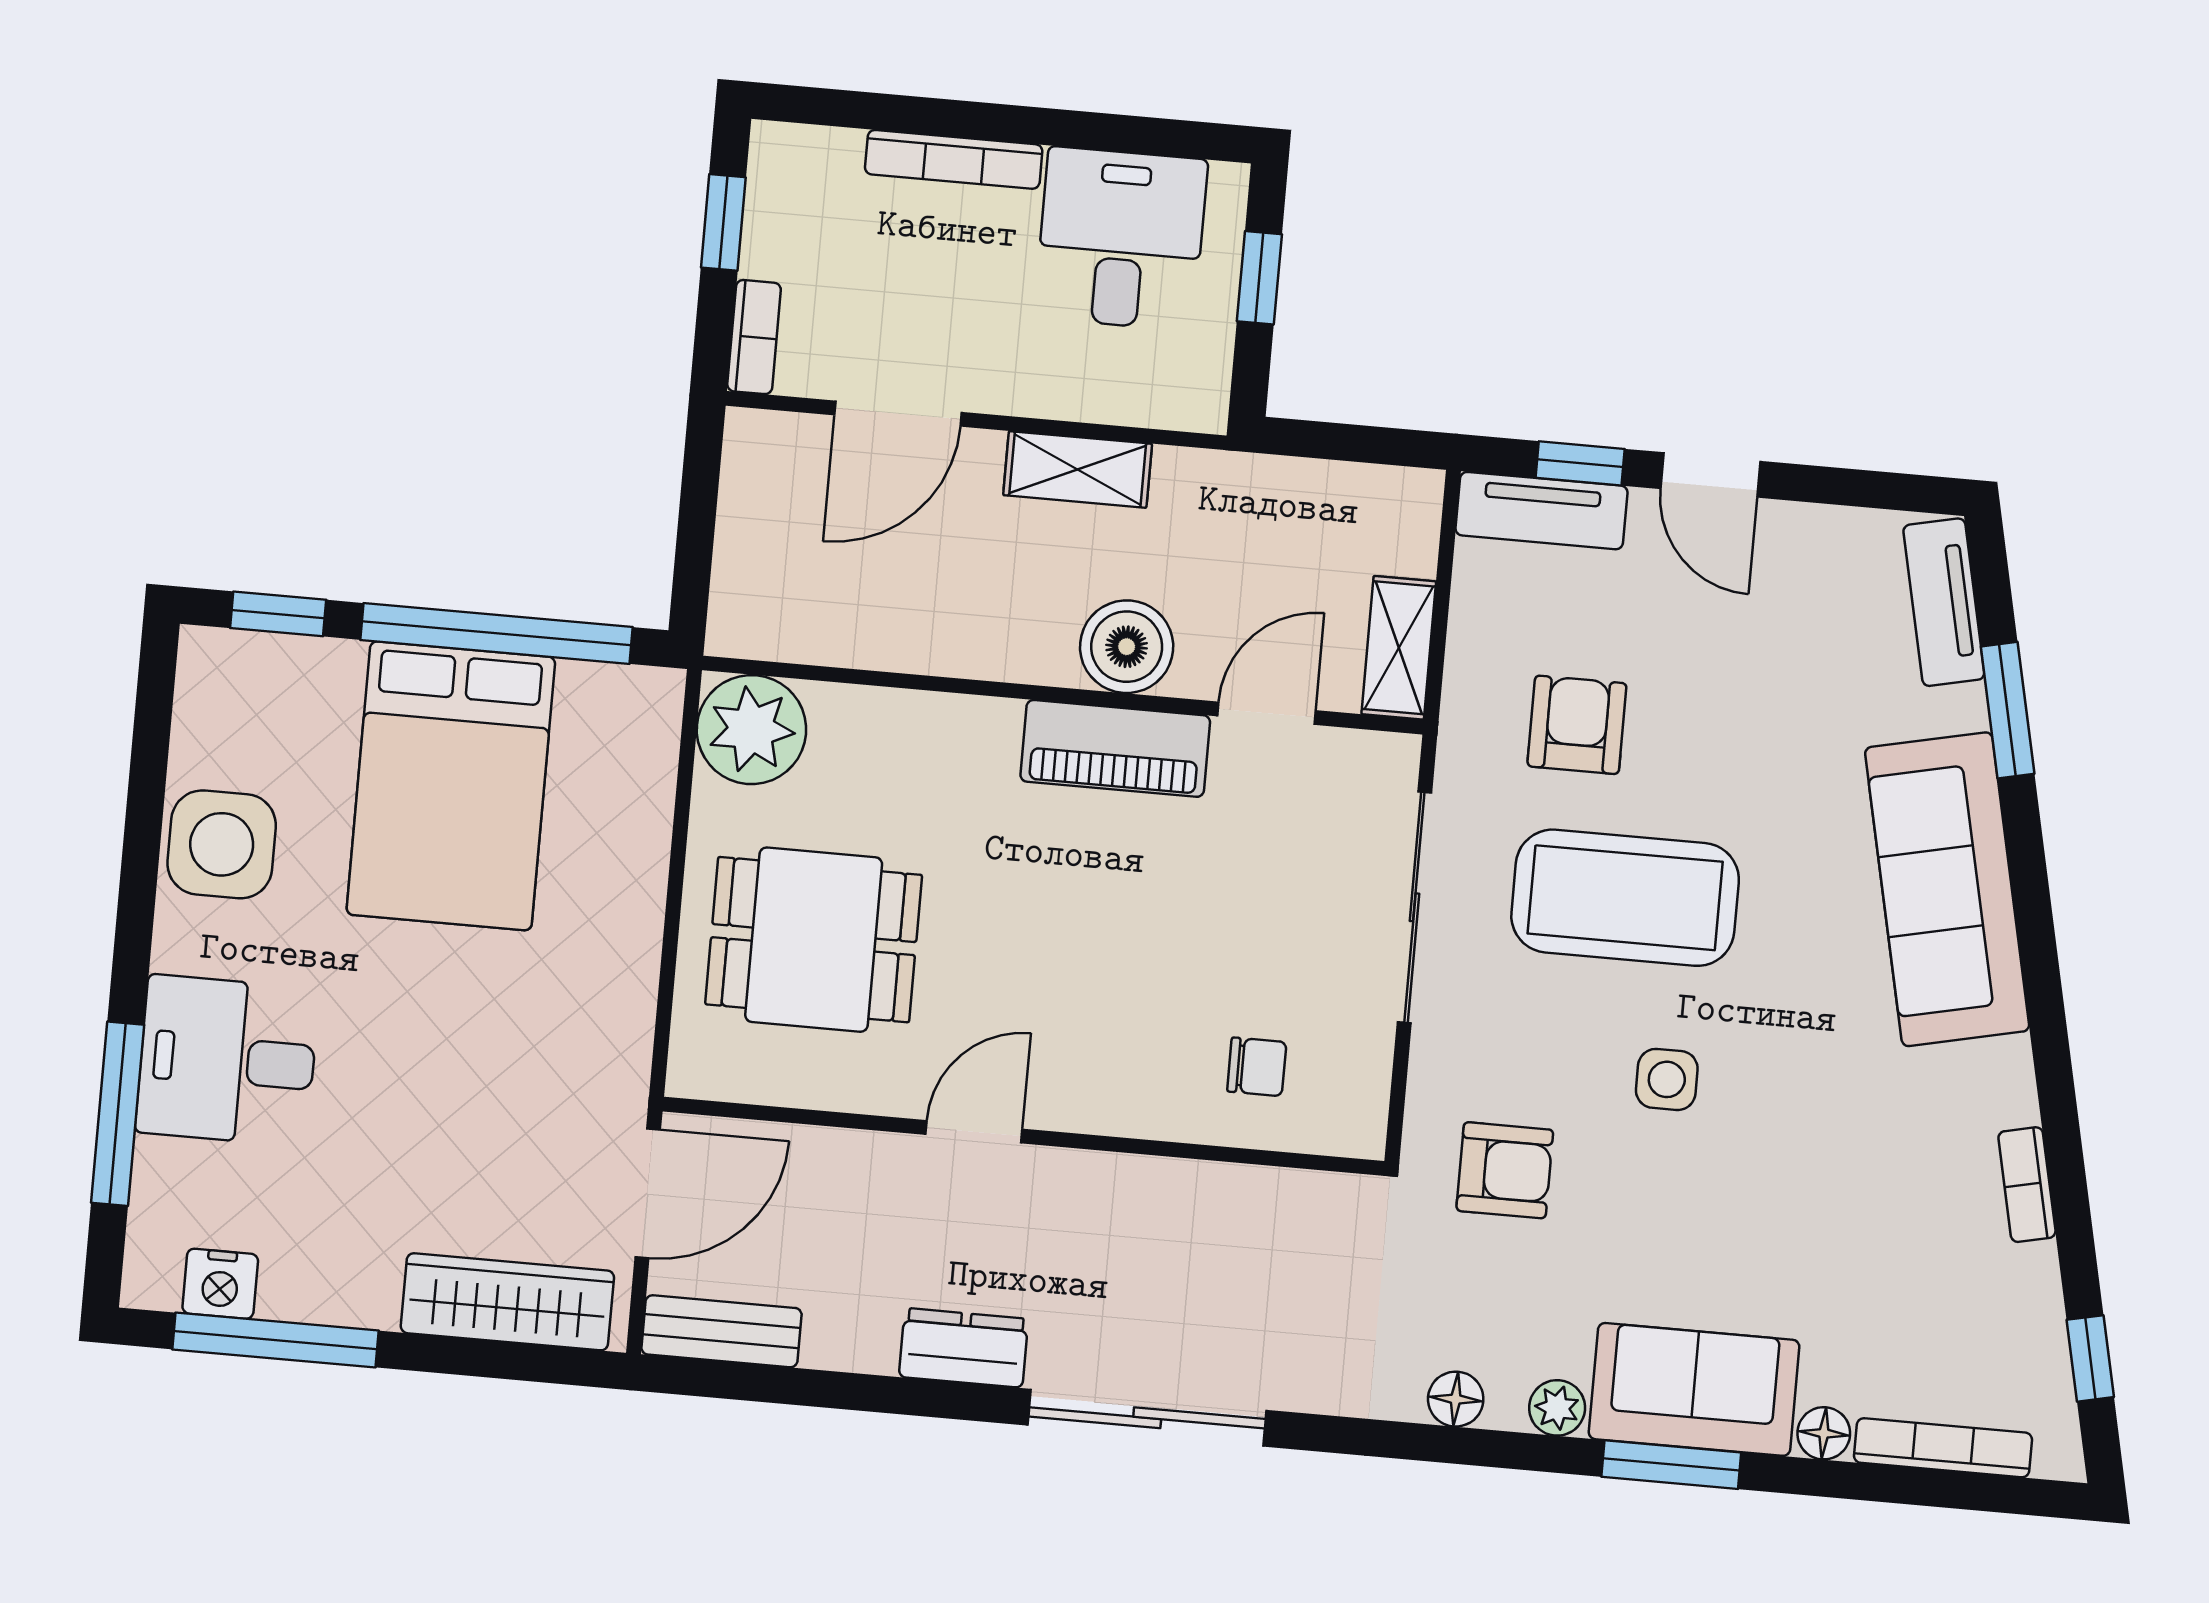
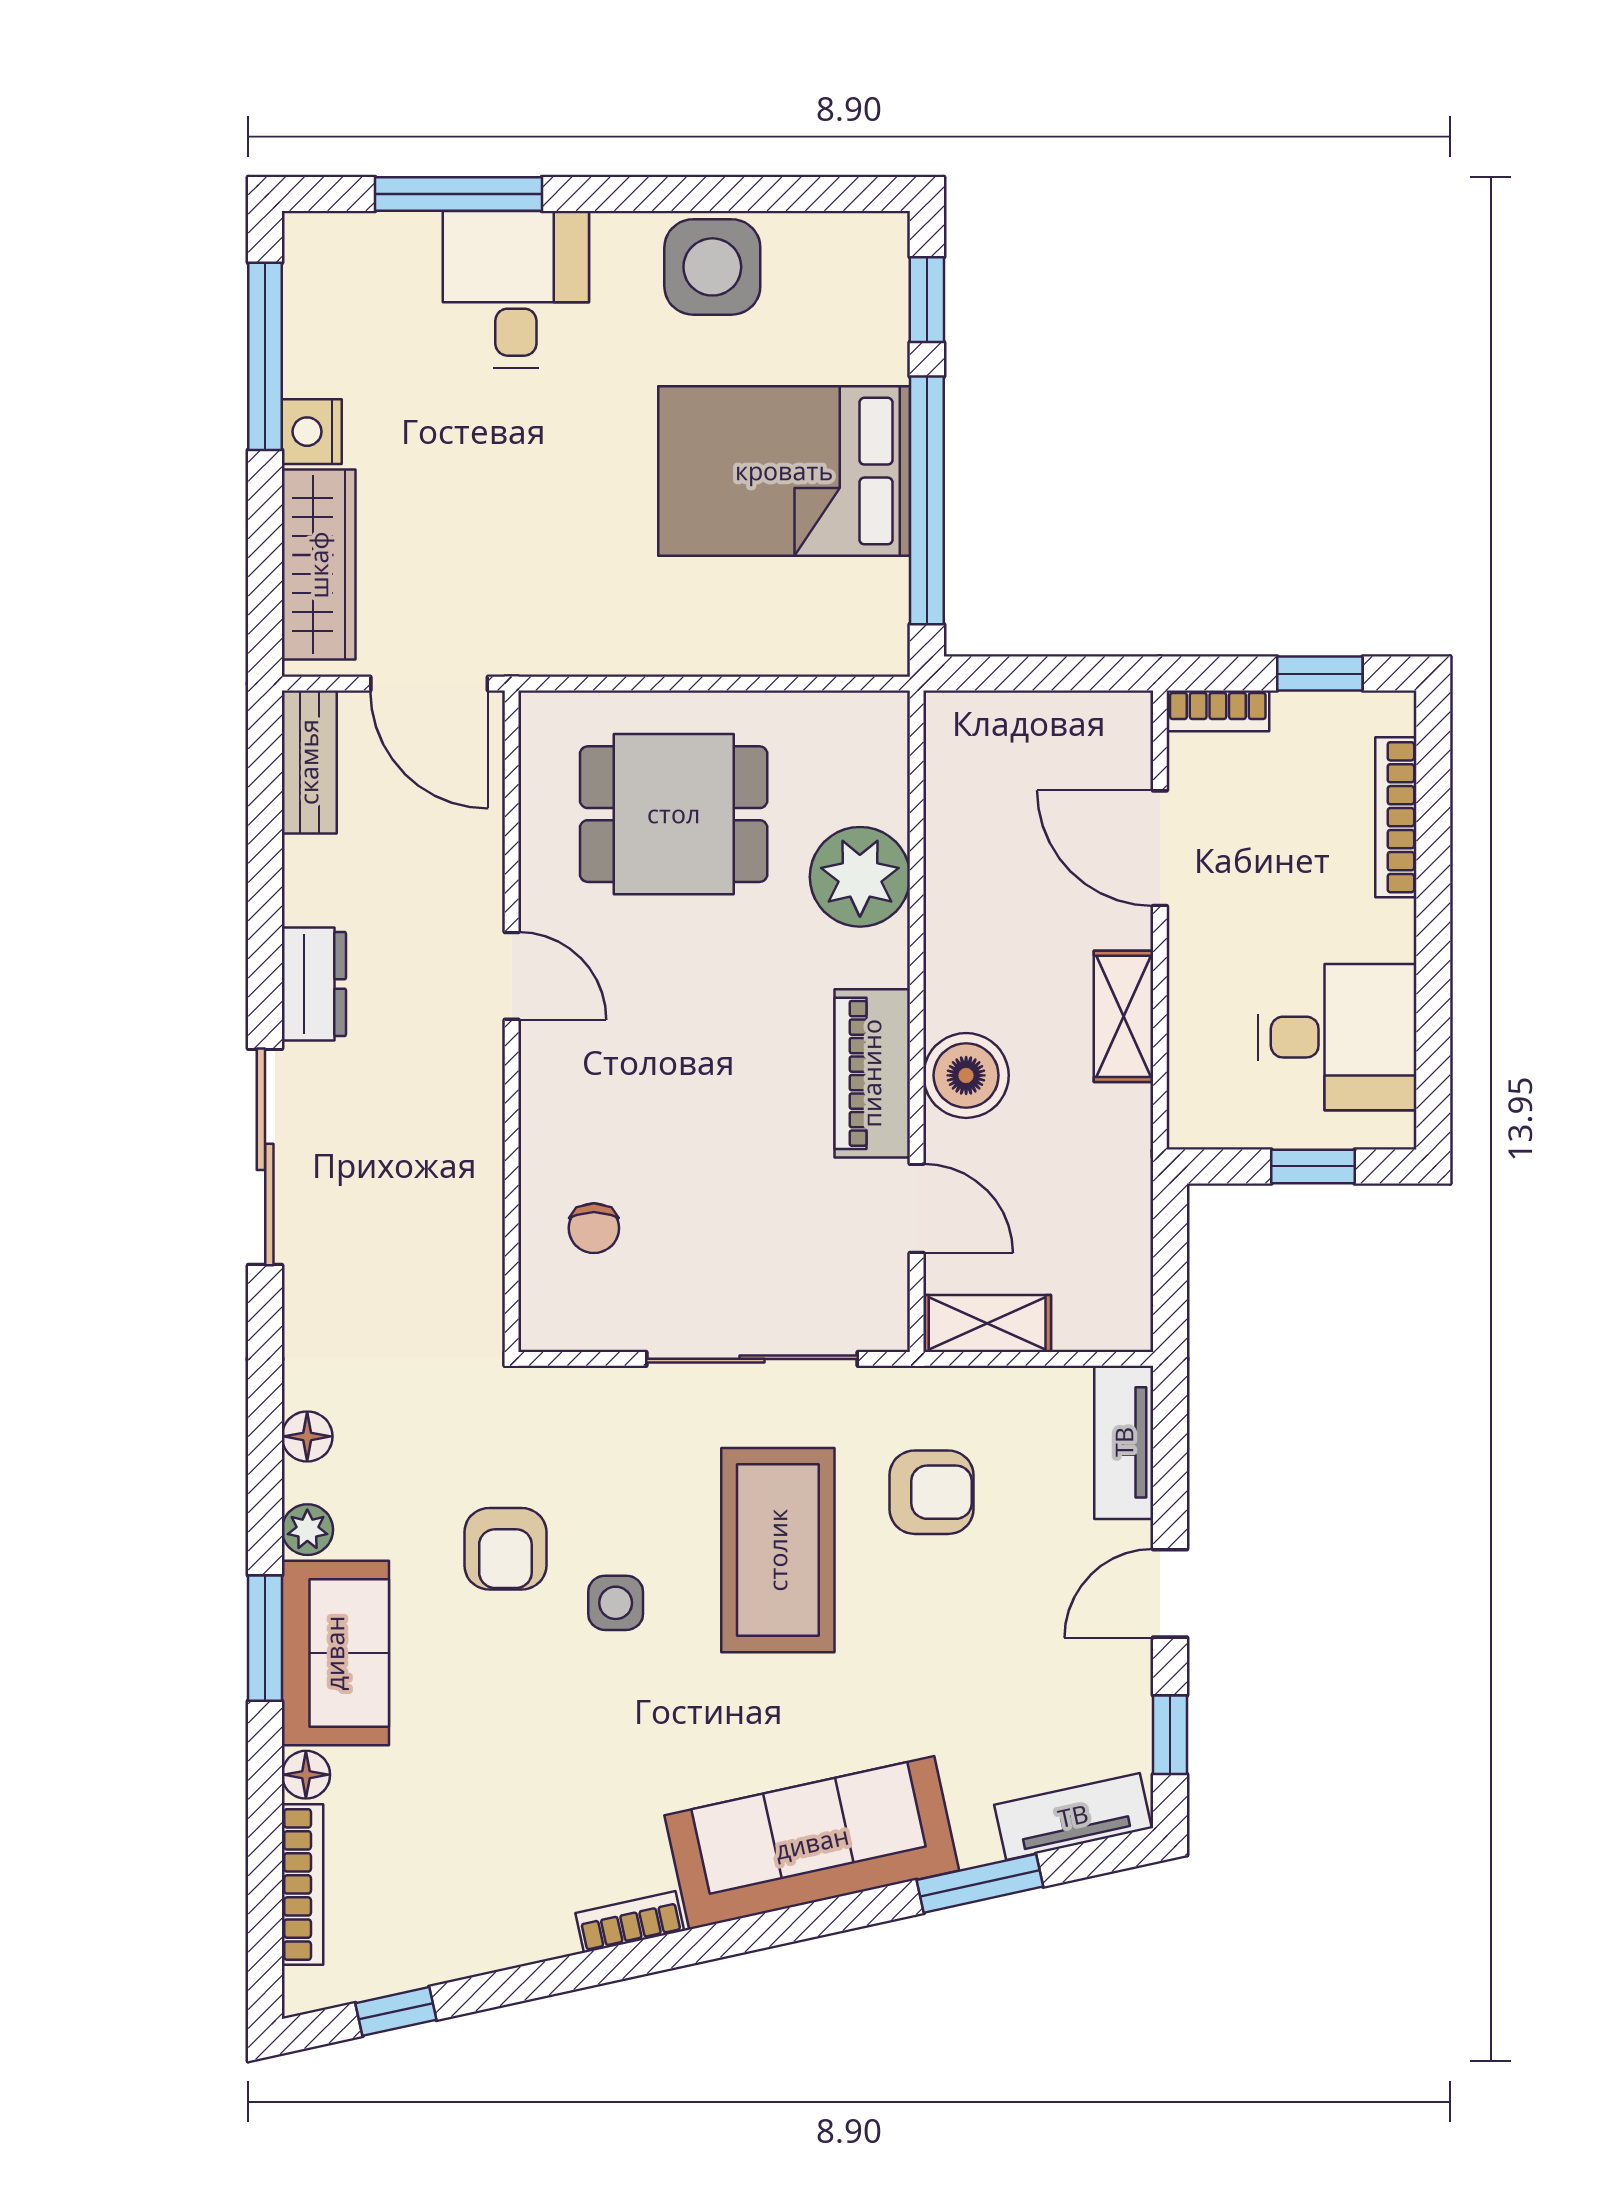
bookcase: (954, 159) -> (1396, 817), moved
window: (1580, 463) -> (1170, 1735), moved
plant: (751, 730) -> (860, 877), moved
dining table: (814, 940) -> (674, 814), turned 90
armchair: (1505, 1170) -> (505, 1549), moved
bookcase: (2027, 1185) -> (630, 1922), moved
nightstand: (220, 1284) -> (312, 432), moved

